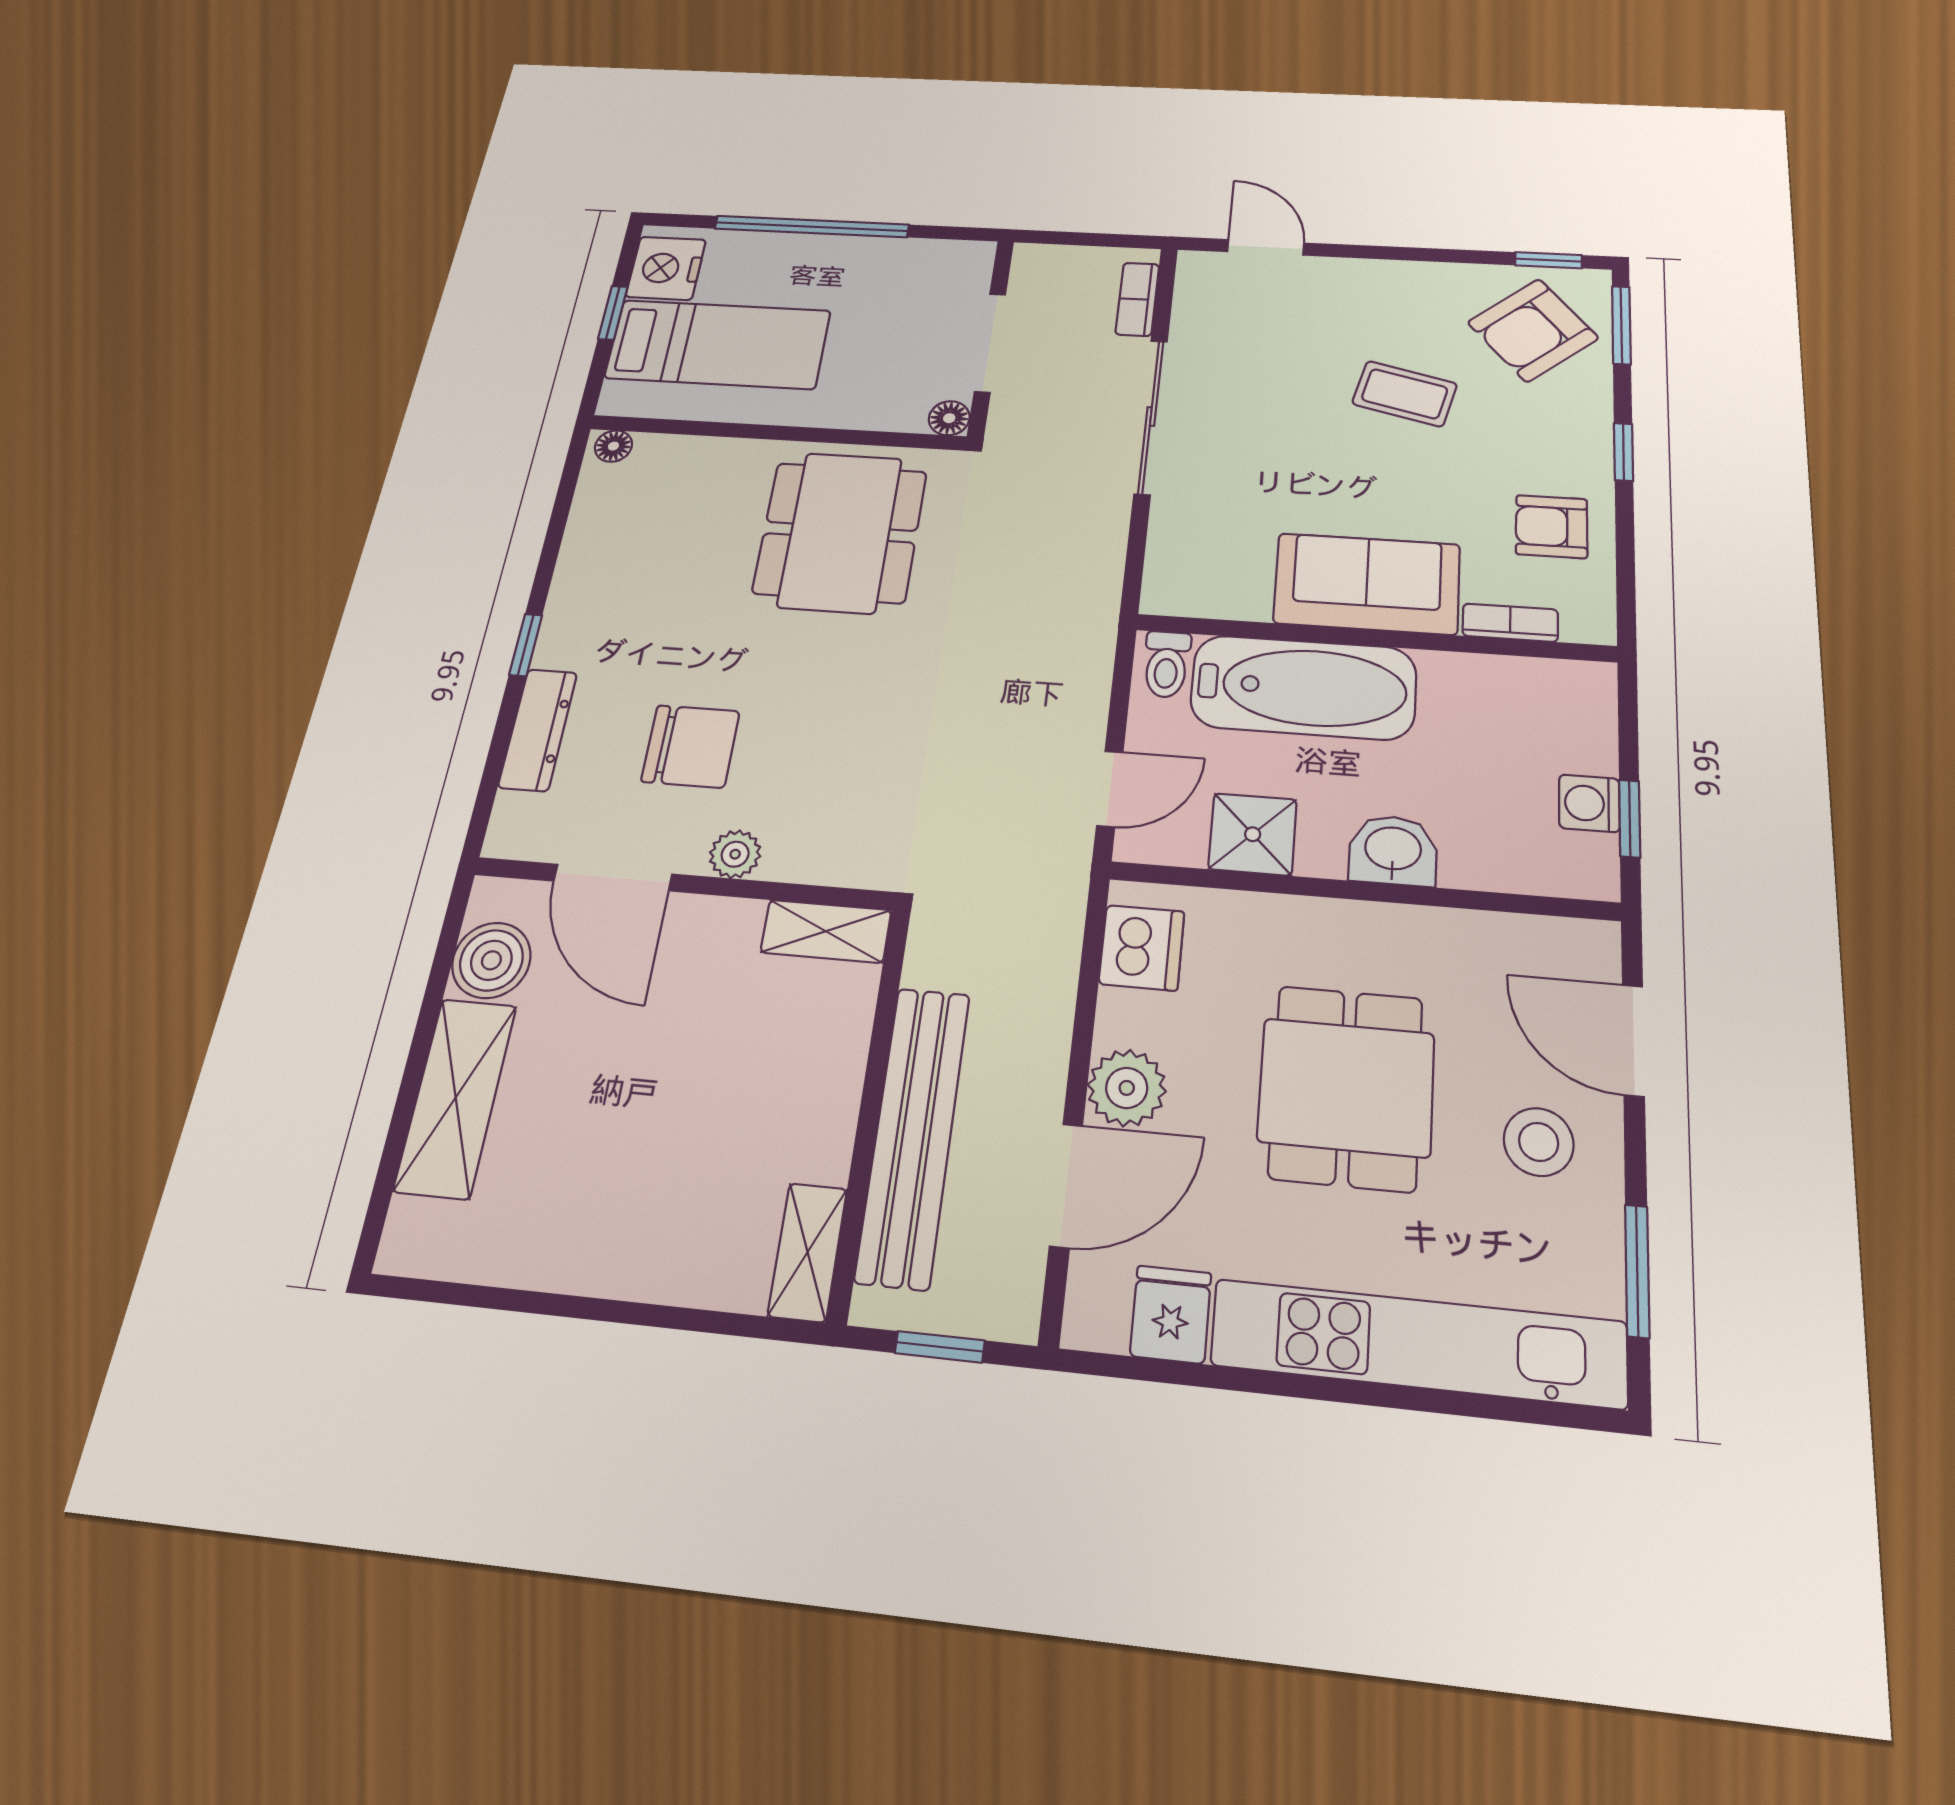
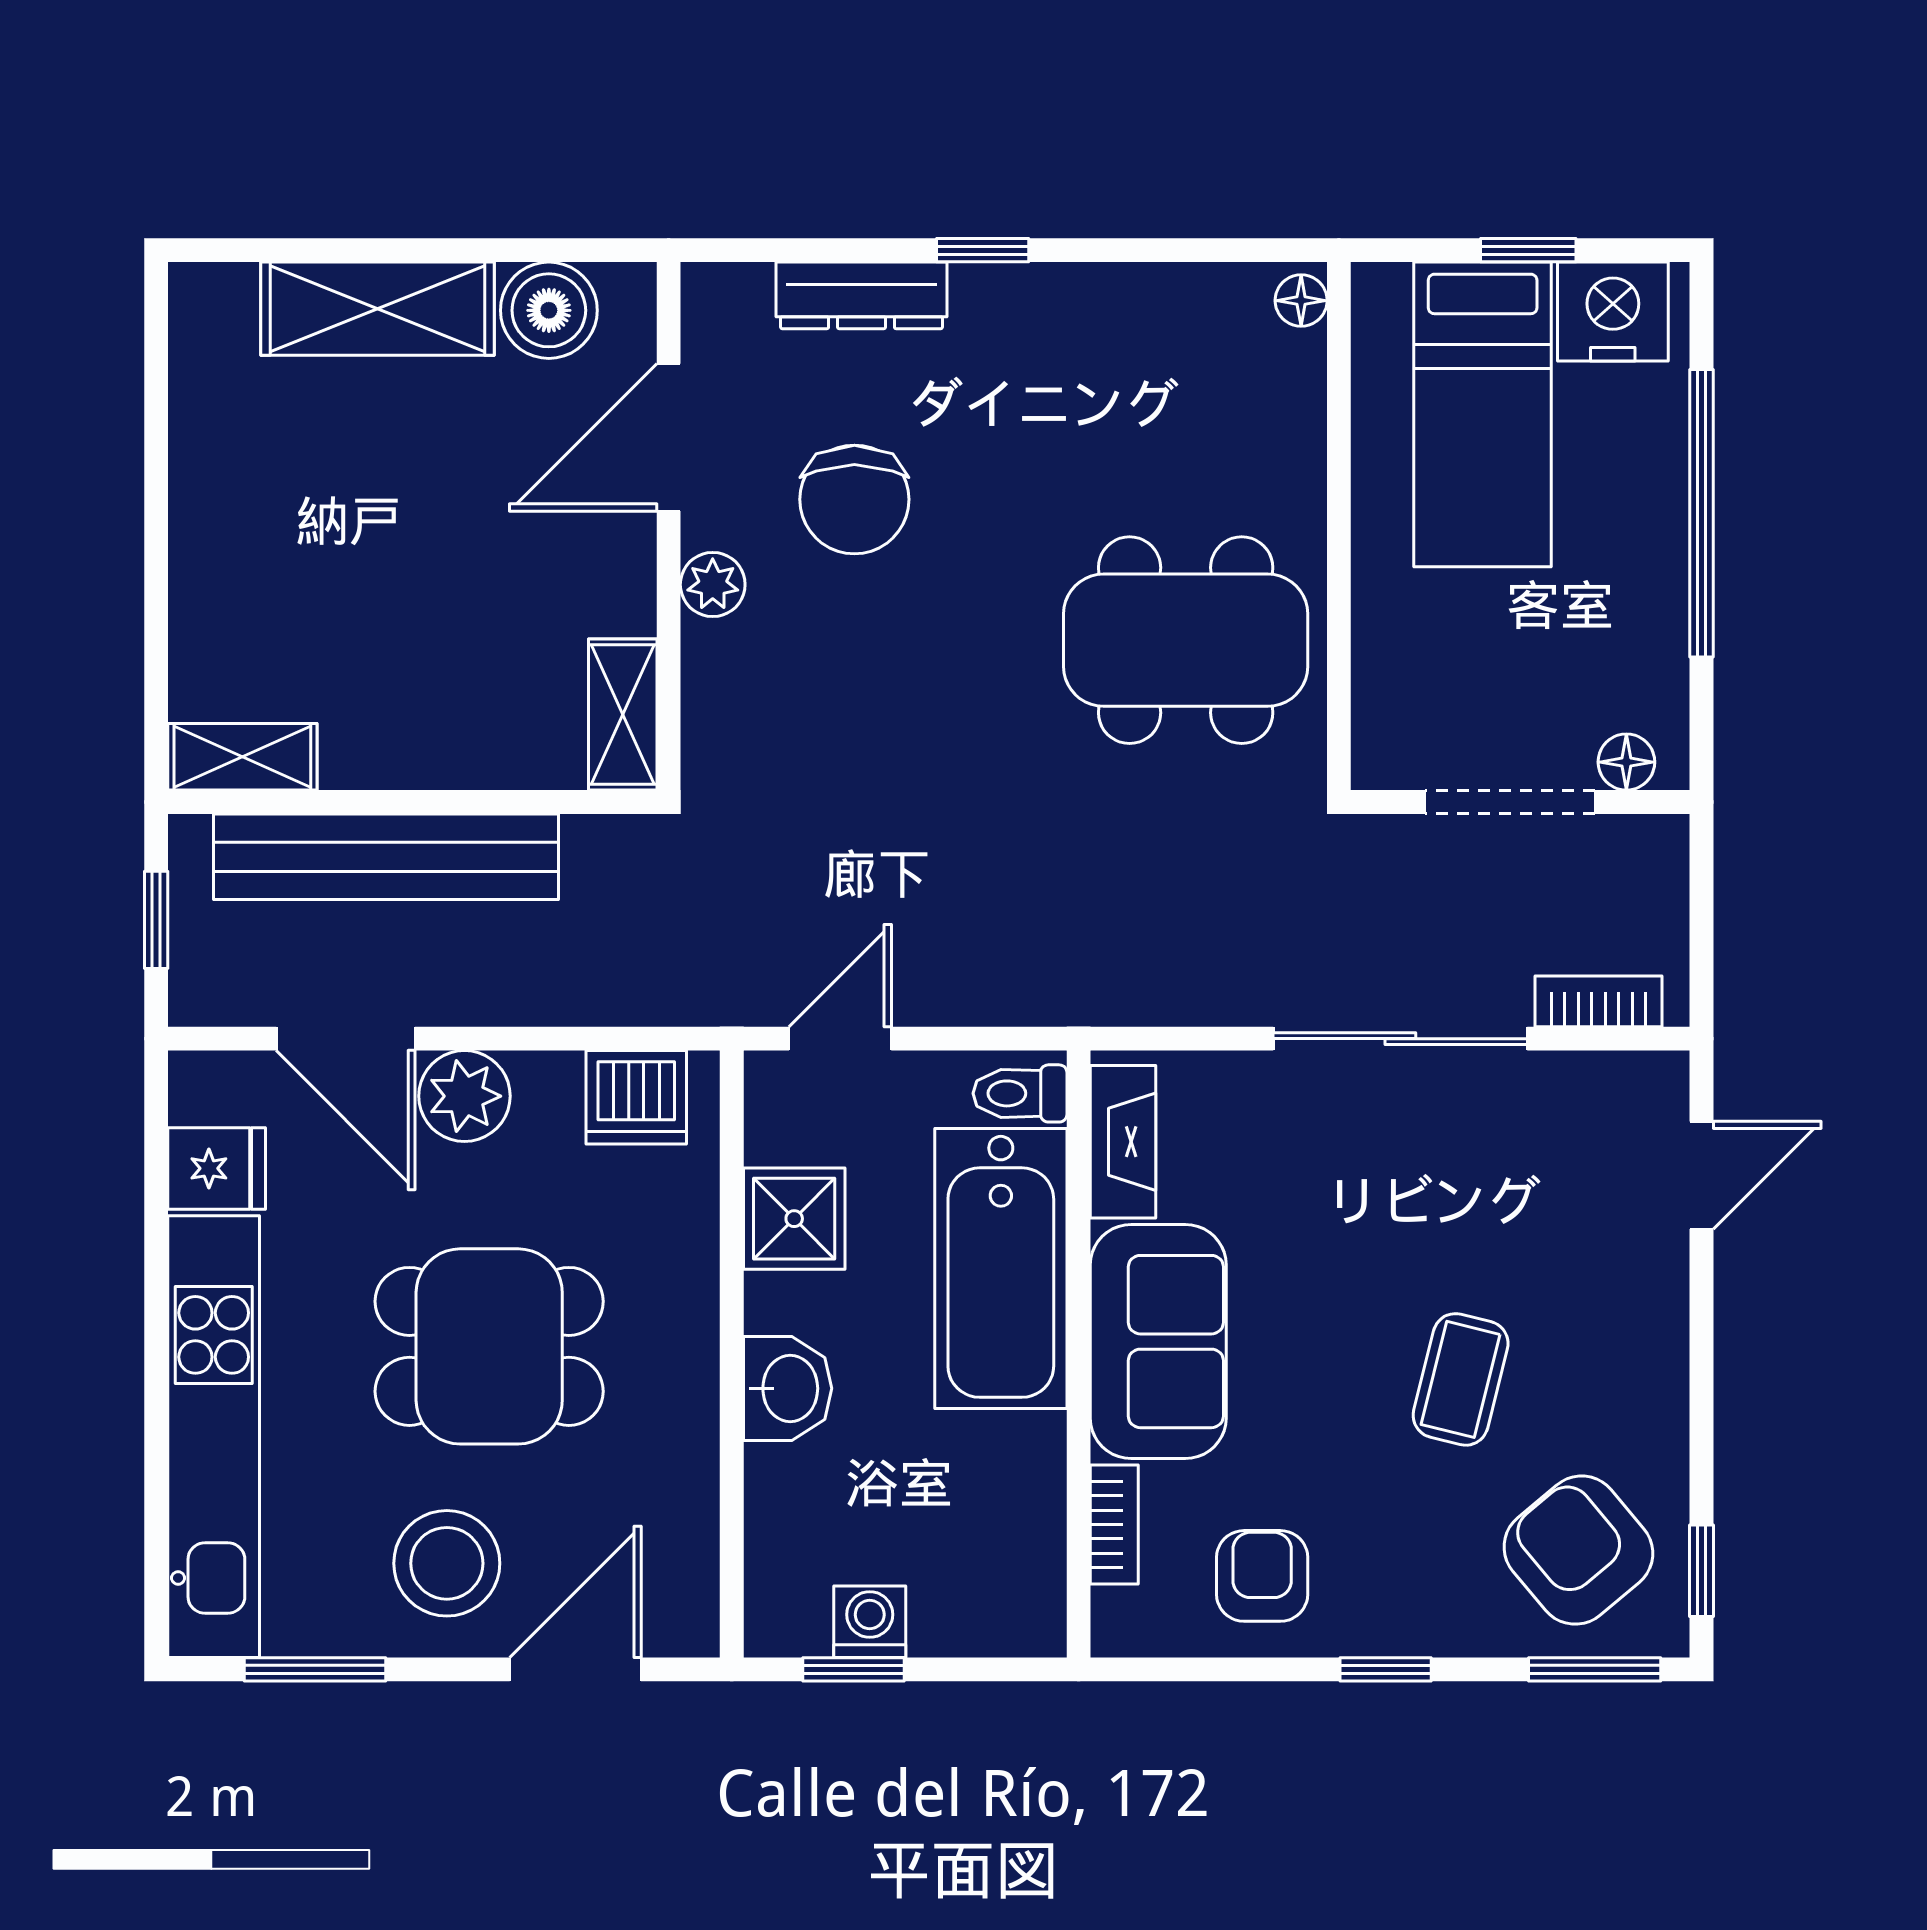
floor lamp: (949, 418) -> (1626, 762), moved
fireplace: (1211, 597) -> (1123, 1142), added
door: (1110, 789) -> (840, 1039), swing flipped
stool: (1539, 1142) -> (447, 1563), width x1.38, depth x1.38

